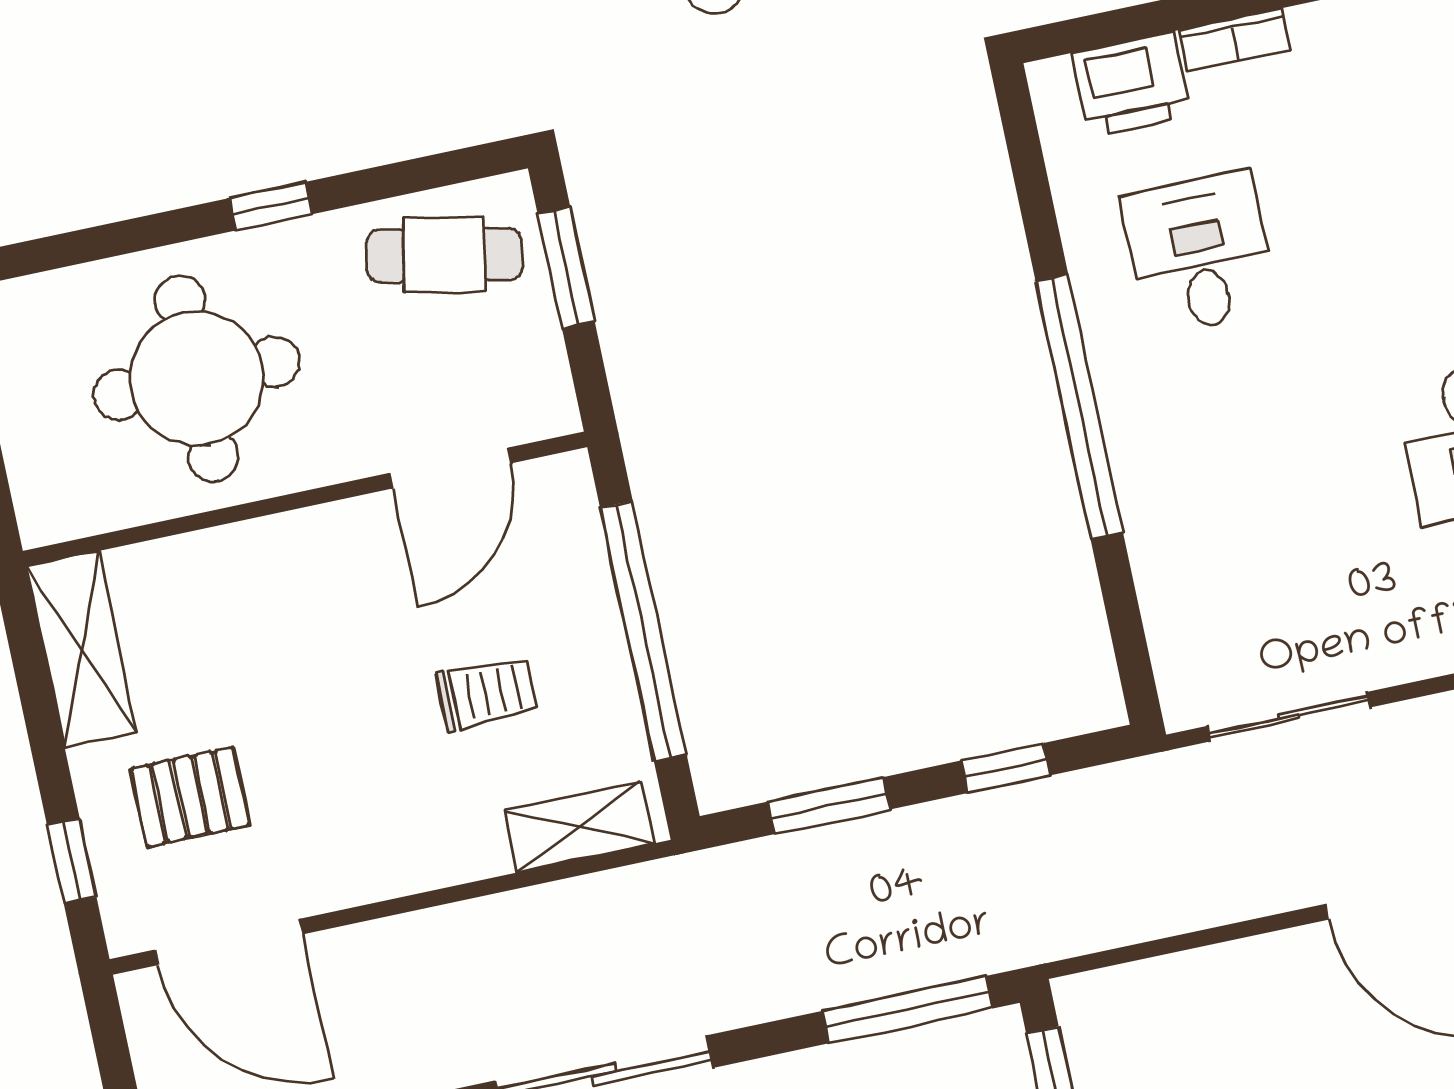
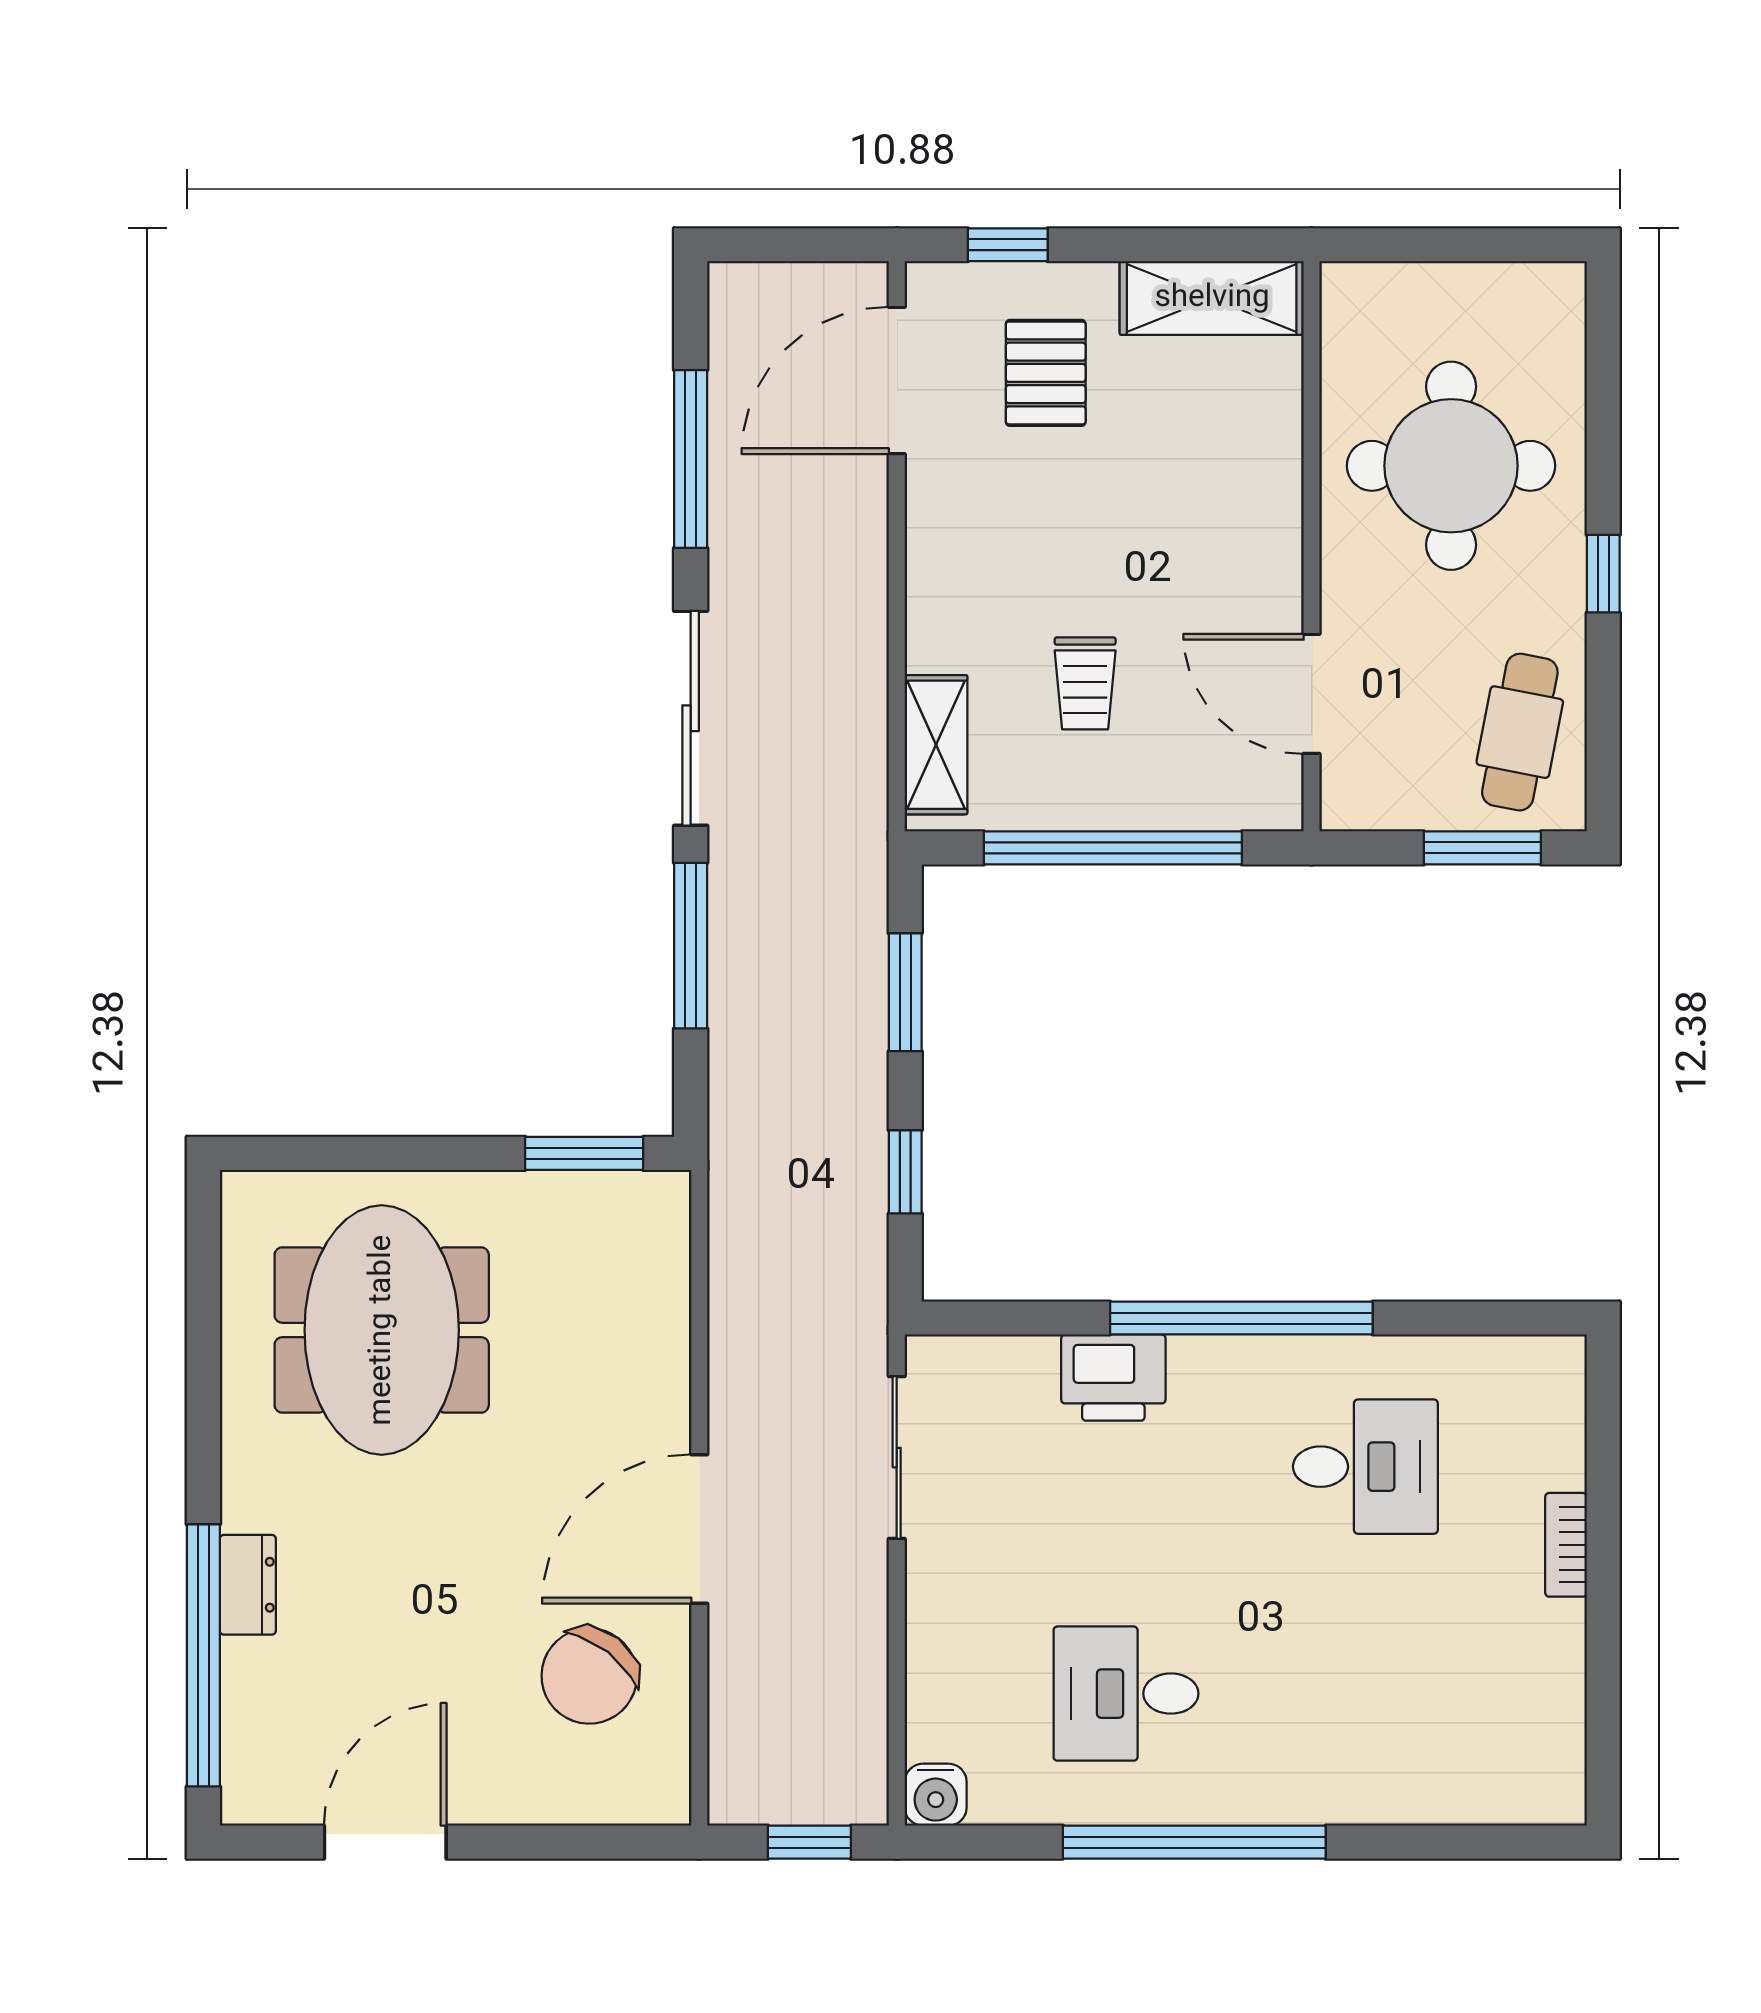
printer: (1132, 84) -> (1113, 1378), moved, turned -90
window: (907, 1010) -> (691, 946), moved

